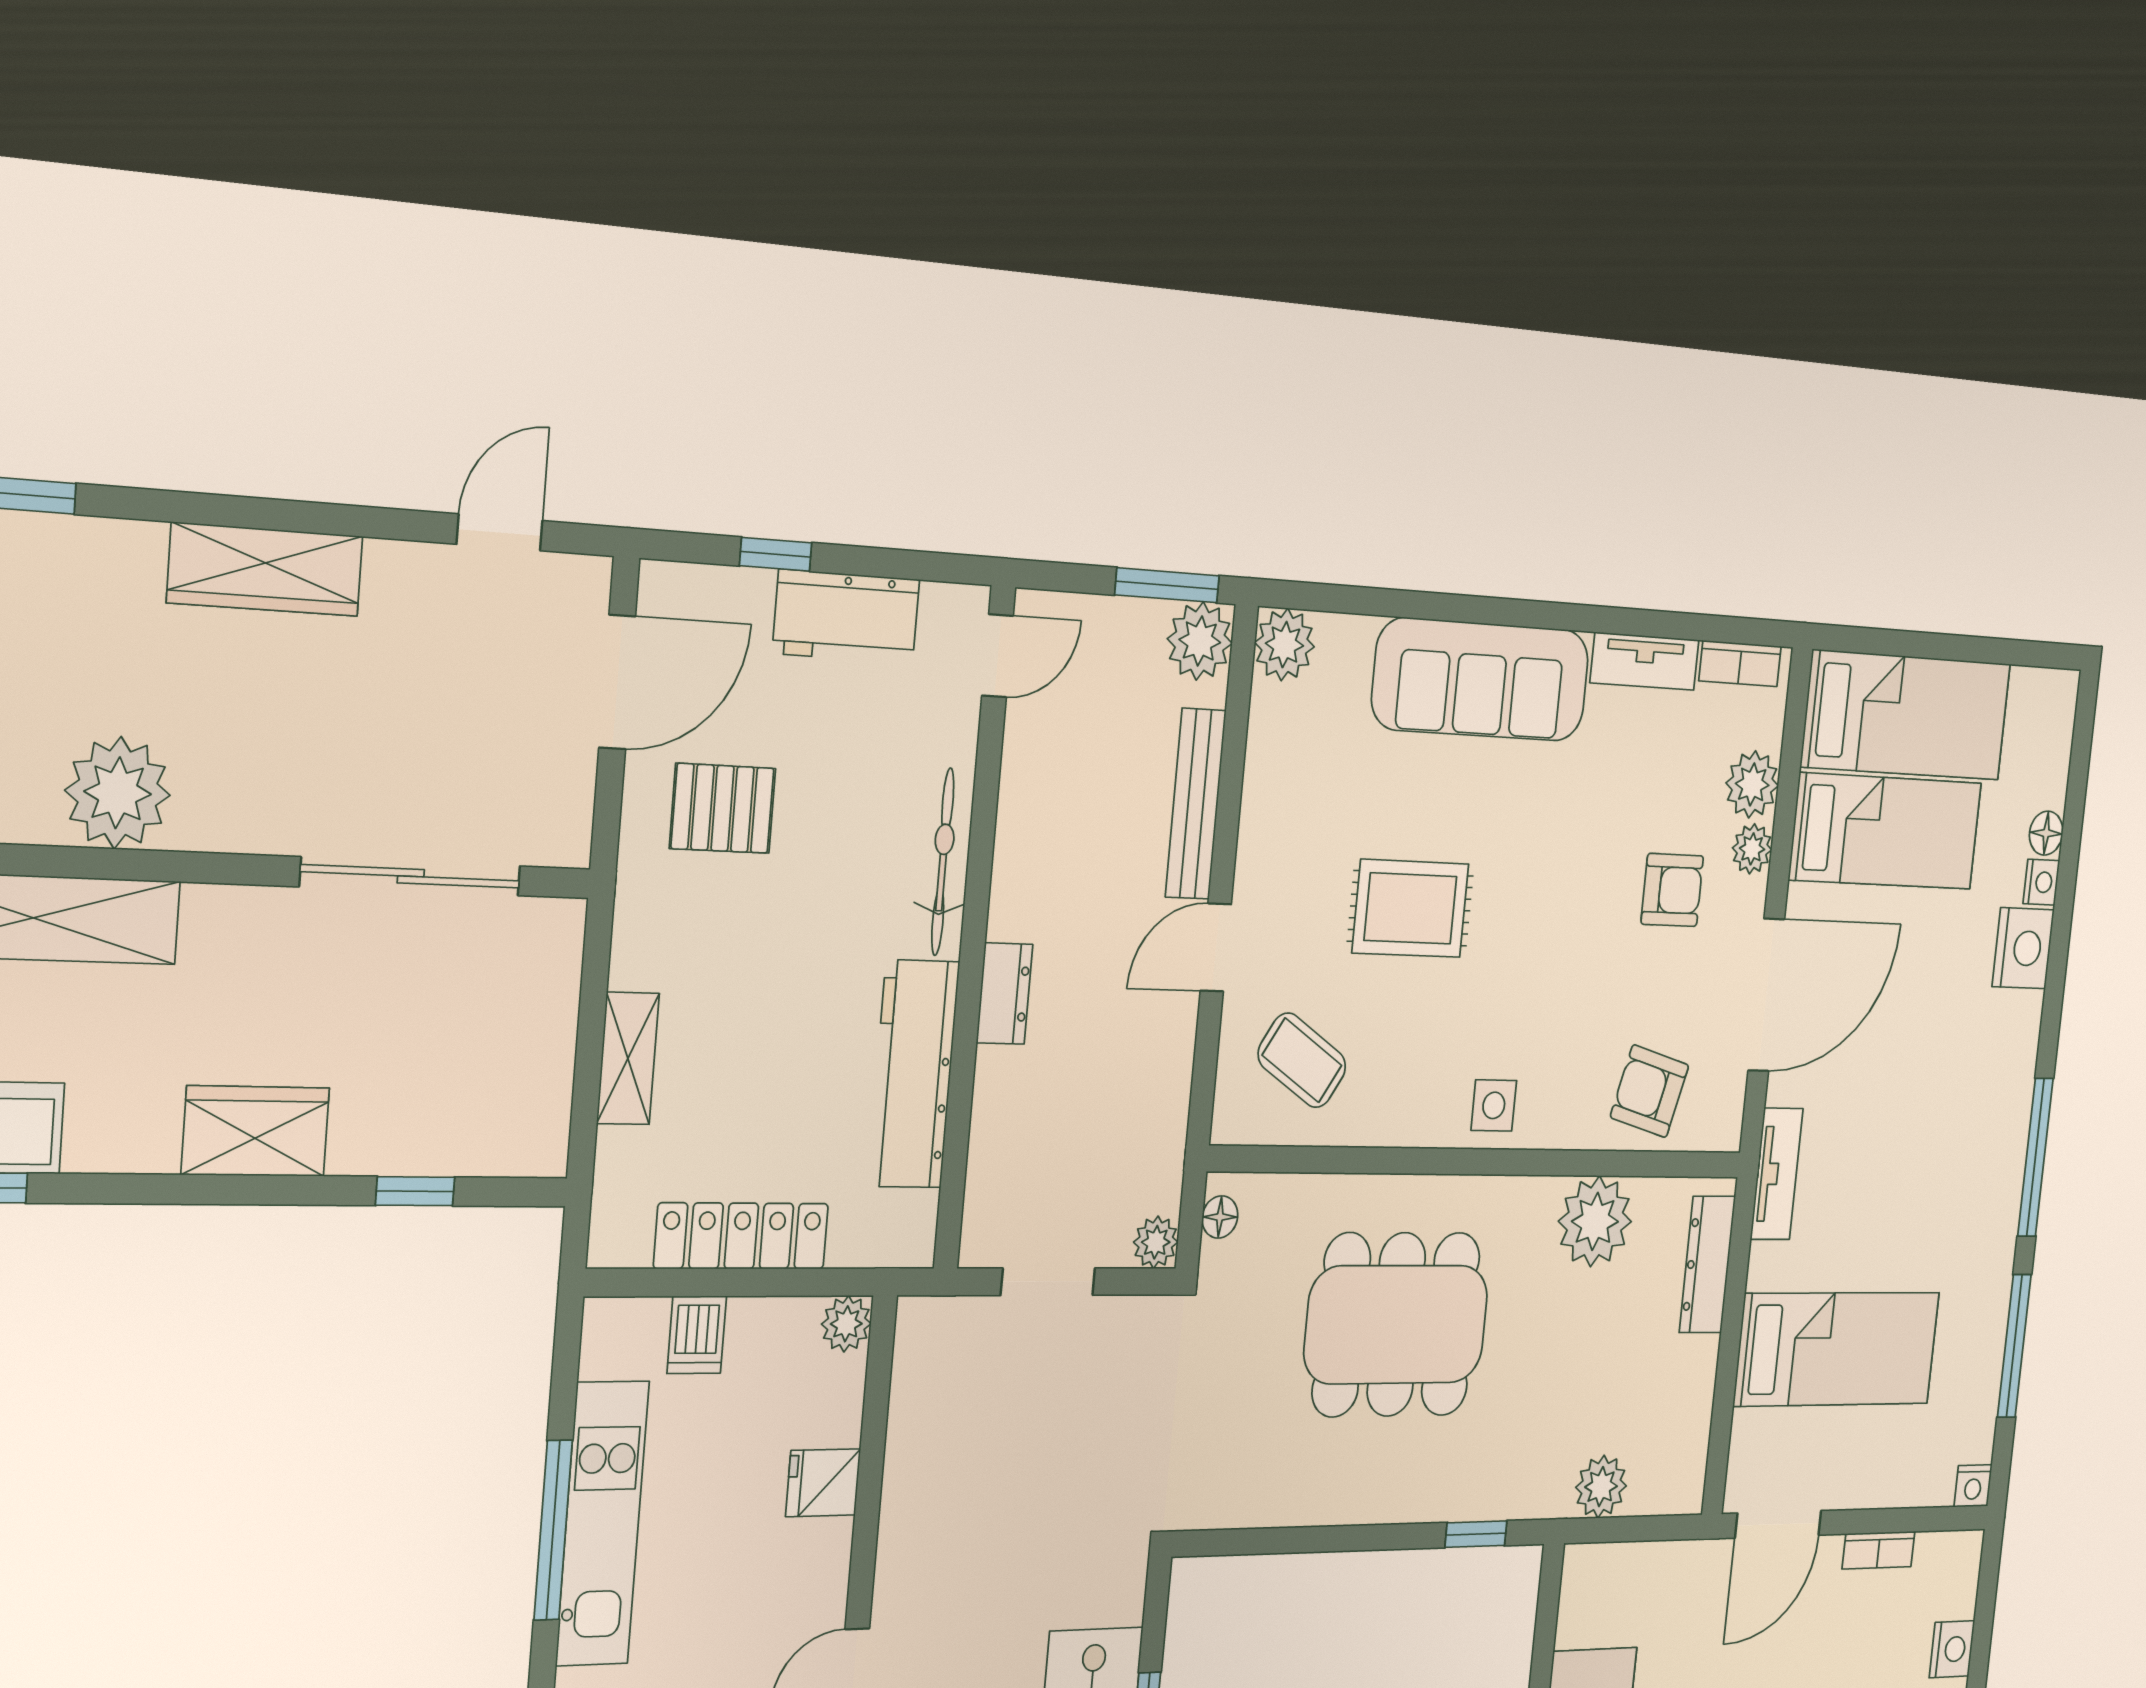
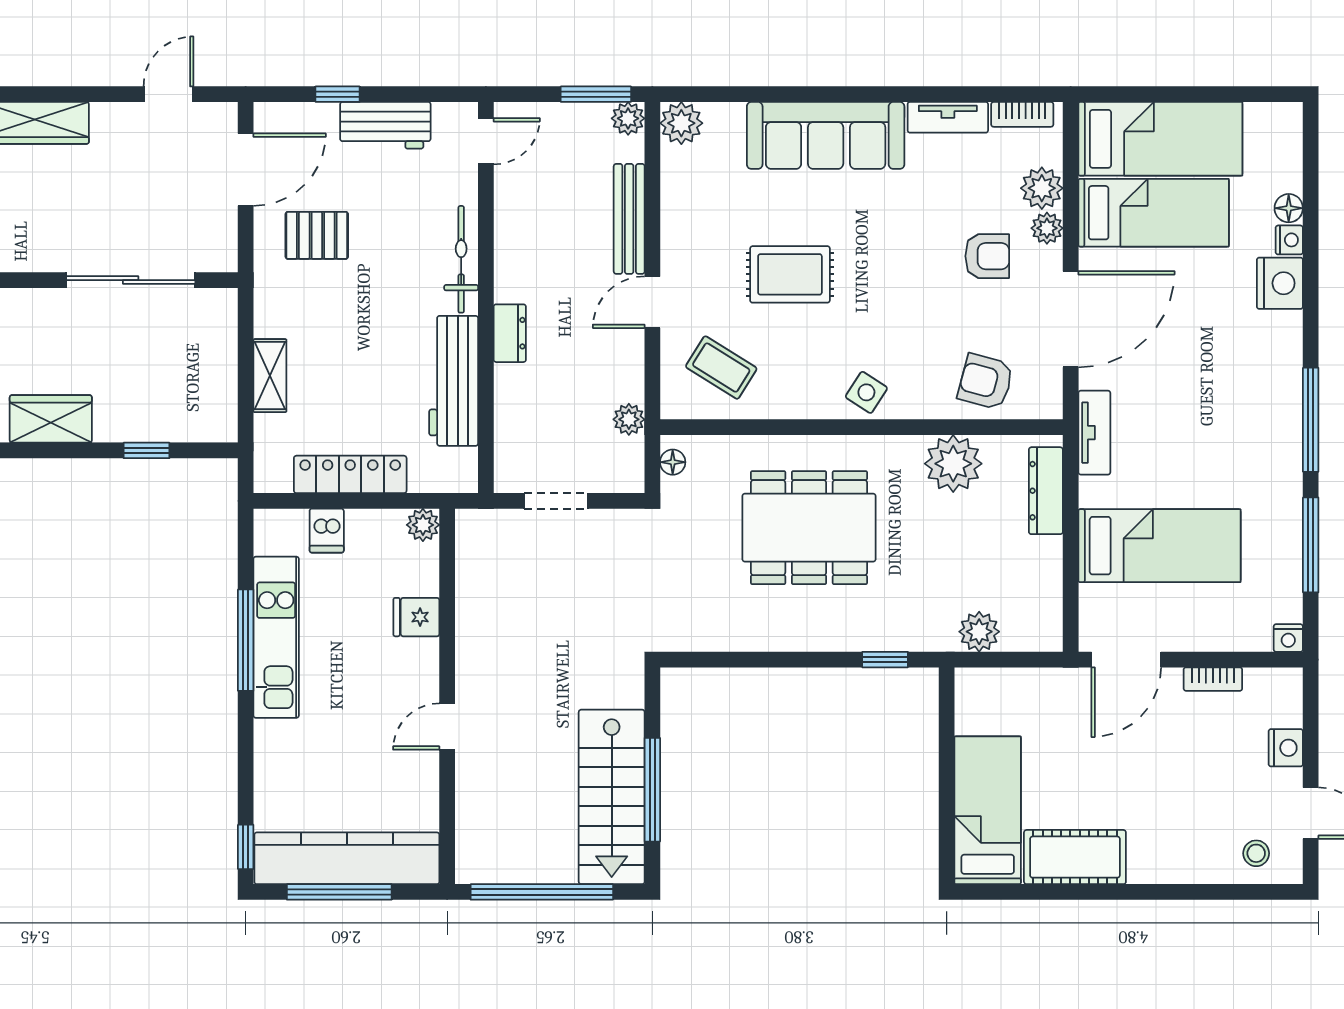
plant: (1200, 641) -> (628, 118), width x0.73, depth x0.73
side table: (1494, 1105) -> (866, 392), turned 33
plant: (1156, 1242) -> (629, 419), moved

